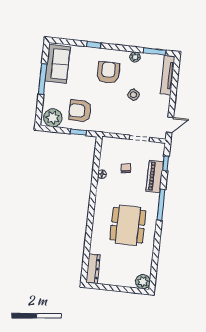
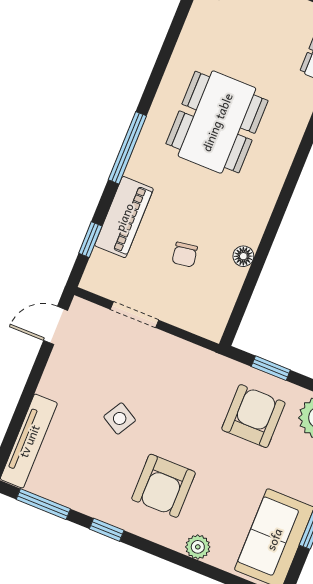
window: (94, 45) -> (107, 530), moved
plant: (135, 57) -> (198, 547), moved
armchair: (80, 111) -> (253, 416), turned -90

